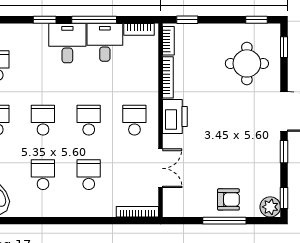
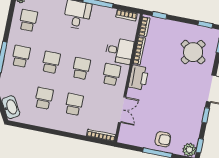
desk: (105, 42) -> (120, 51), moved, turned 90
round table: (247, 63) -> (193, 52), turned 34

